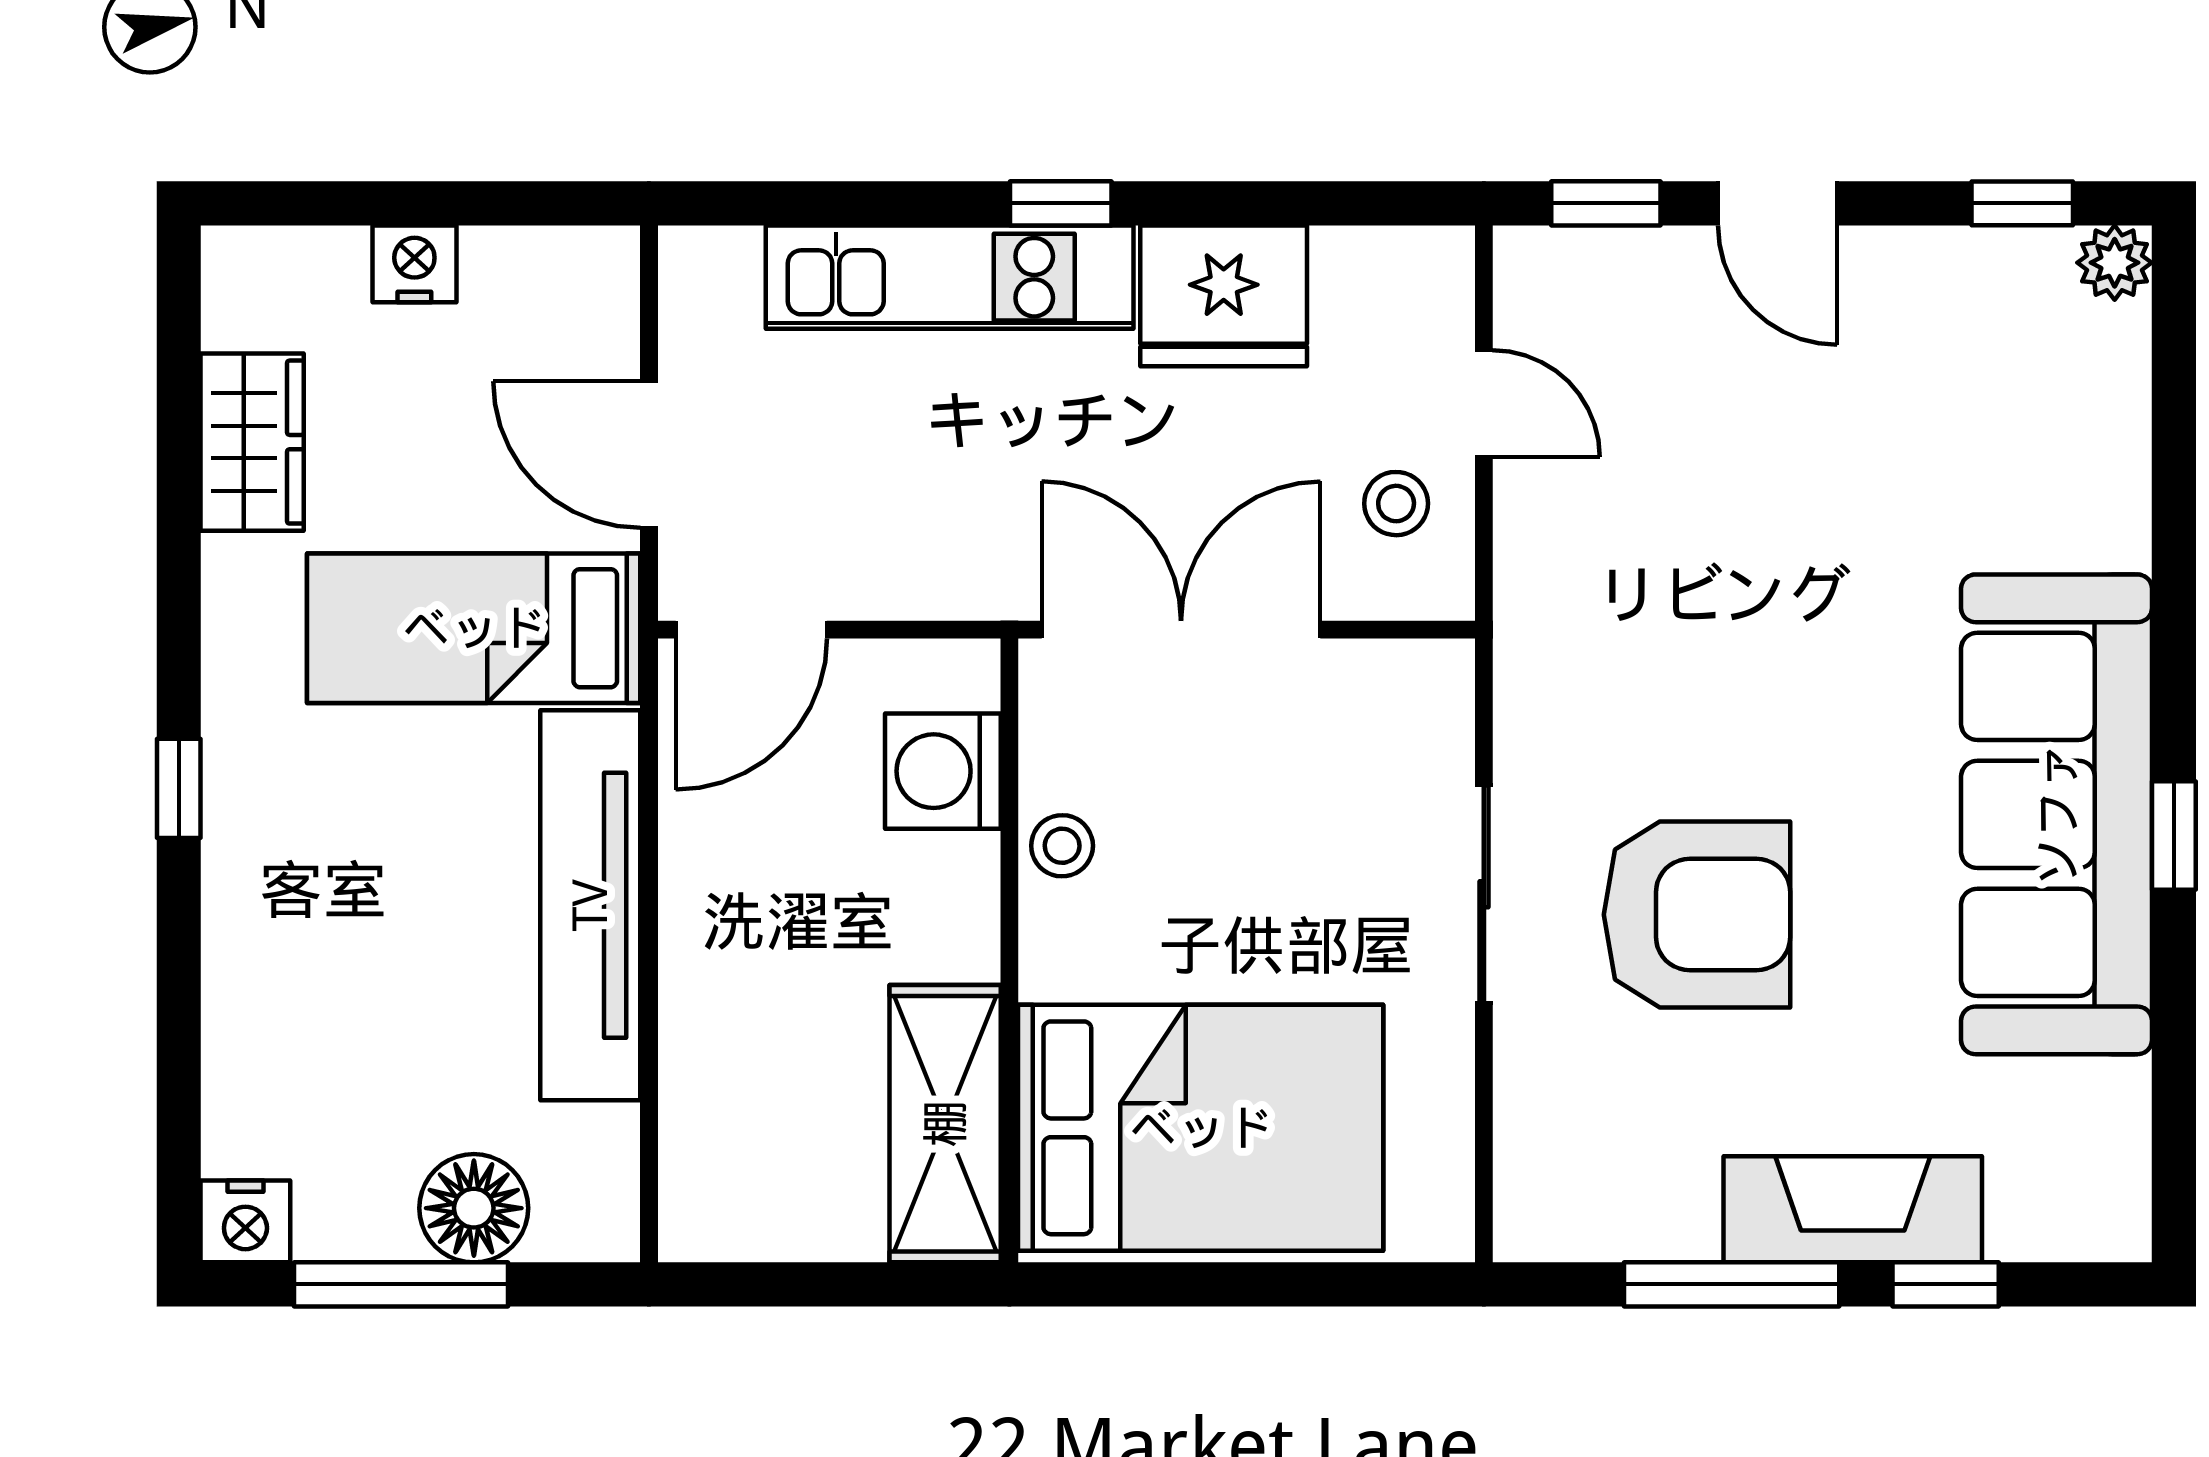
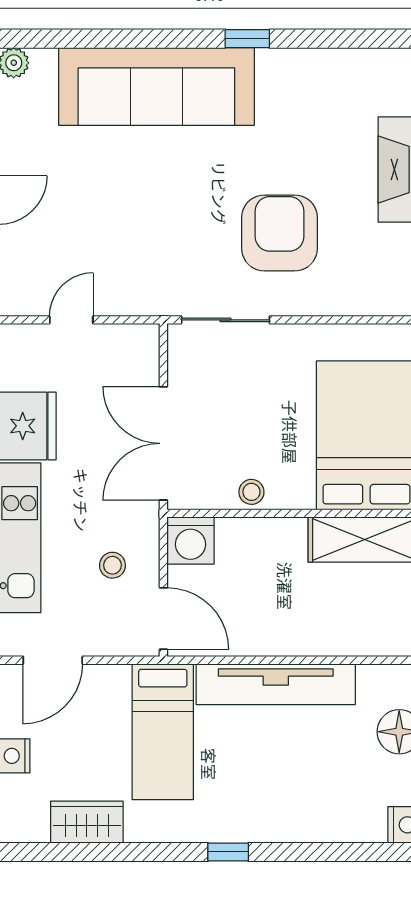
door: (649, 454) -> (53, 660), moved
stool: (1396, 504) -> (112, 565), moved
washing machine: (943, 771) -> (190, 541), moved
sofa: (2057, 814) -> (156, 86), moved
sliding door: (1484, 894) -> (226, 320), moved

